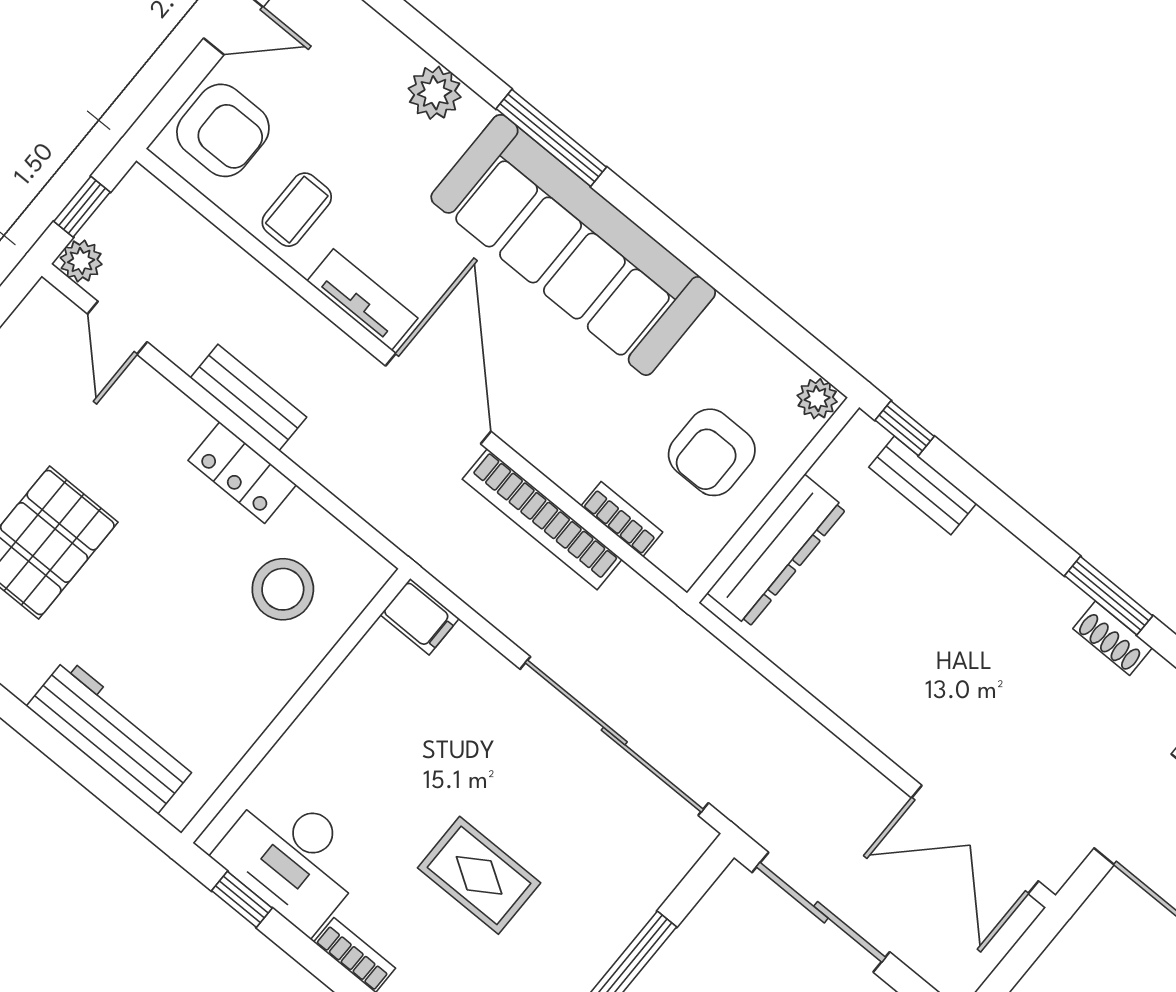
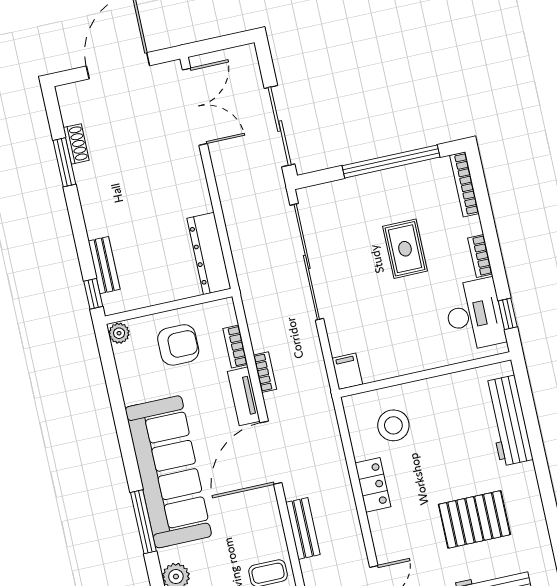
tv unit: (362, 300) -> (244, 396), moved
bench: (248, 397) -> (303, 528), moved
bookcase: (542, 519) -> (265, 372), width x0.43, depth x0.76
dresser: (777, 551) -> (209, 253), moved, turned -90

